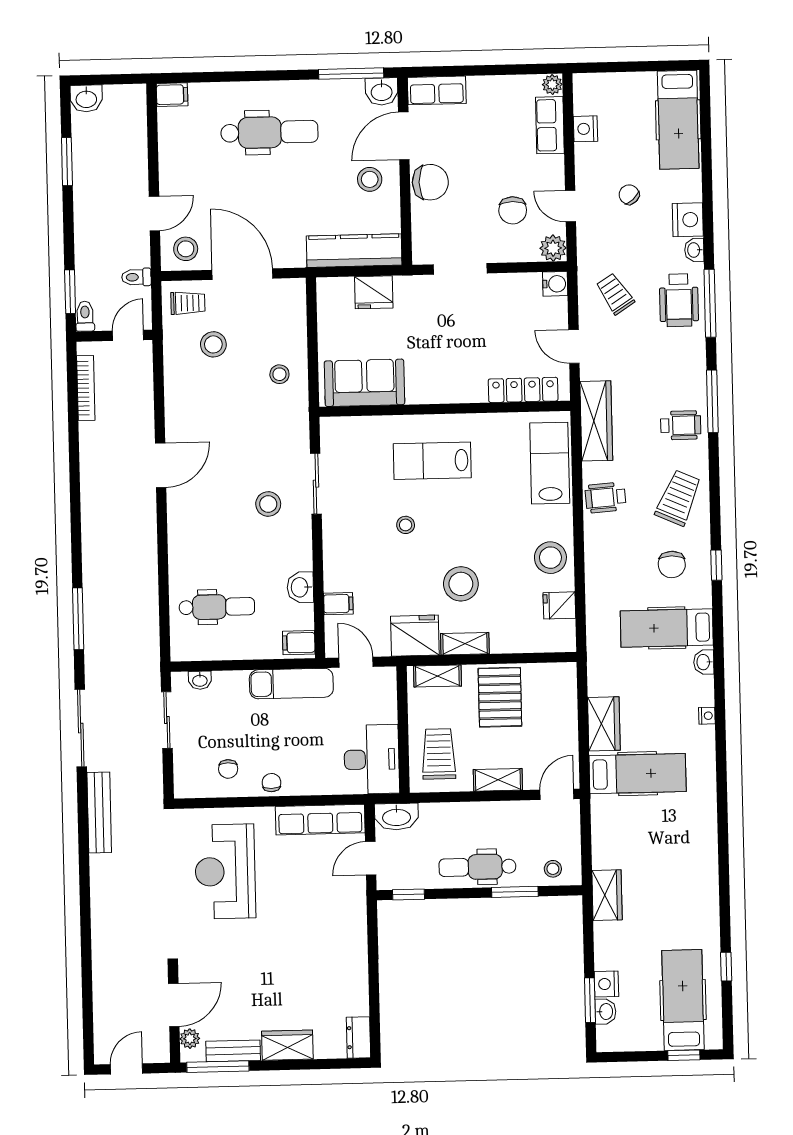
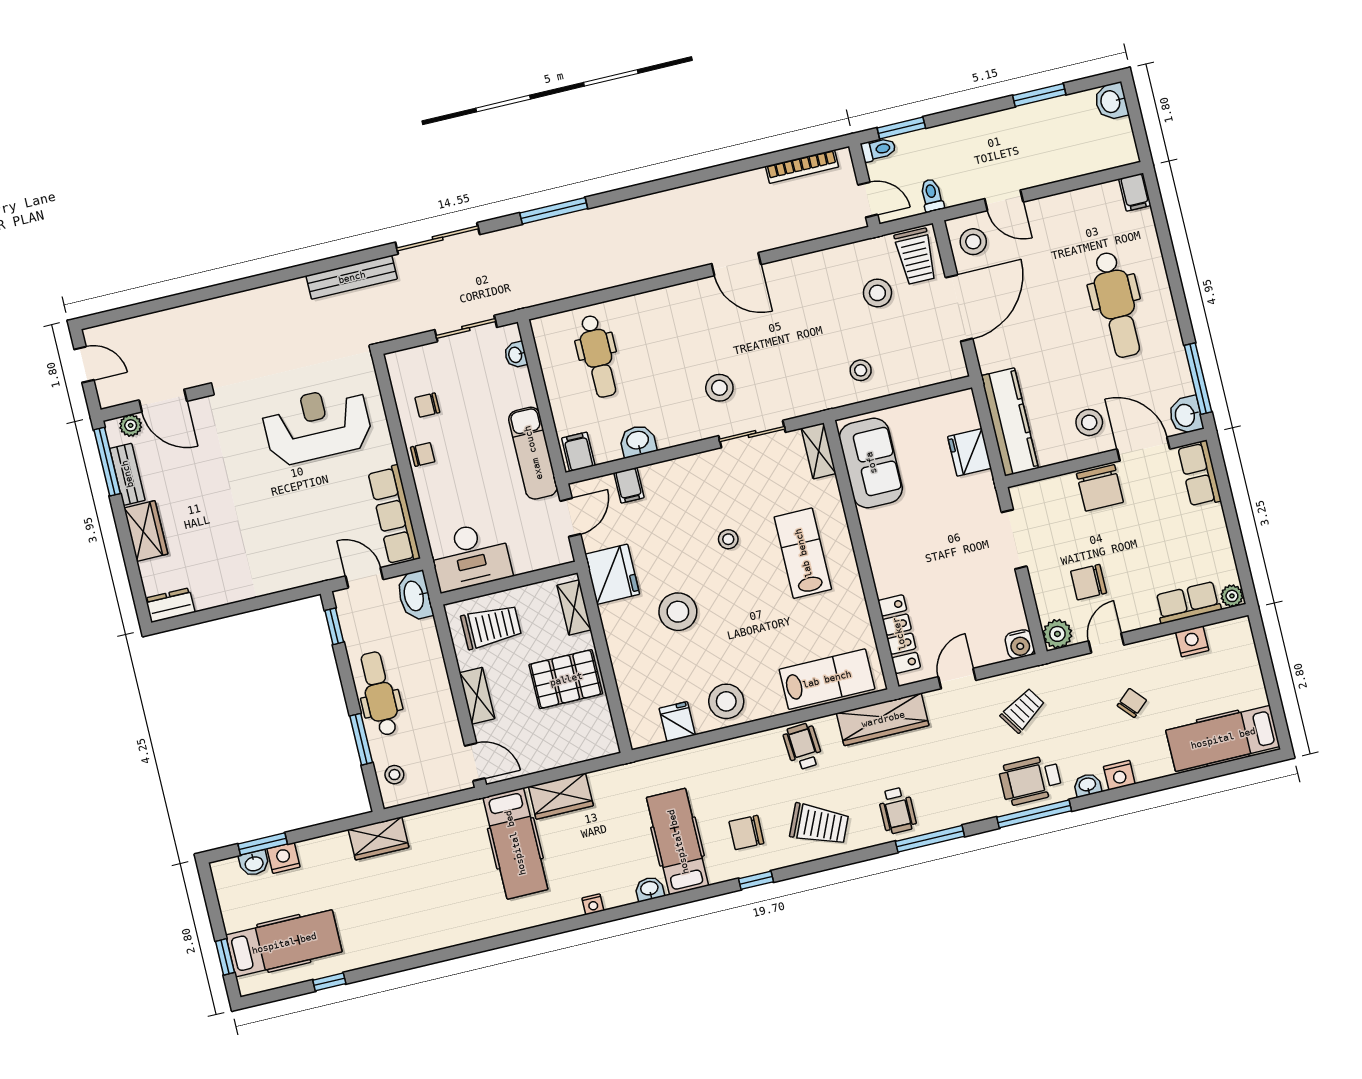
nightstand: (688, 220) -> (1119, 775), width x0.74, depth x0.75
trolley: (188, 303) -> (916, 256), width x1.36, depth x1.39
shelving: (465, 644) -> (819, 451), moved

